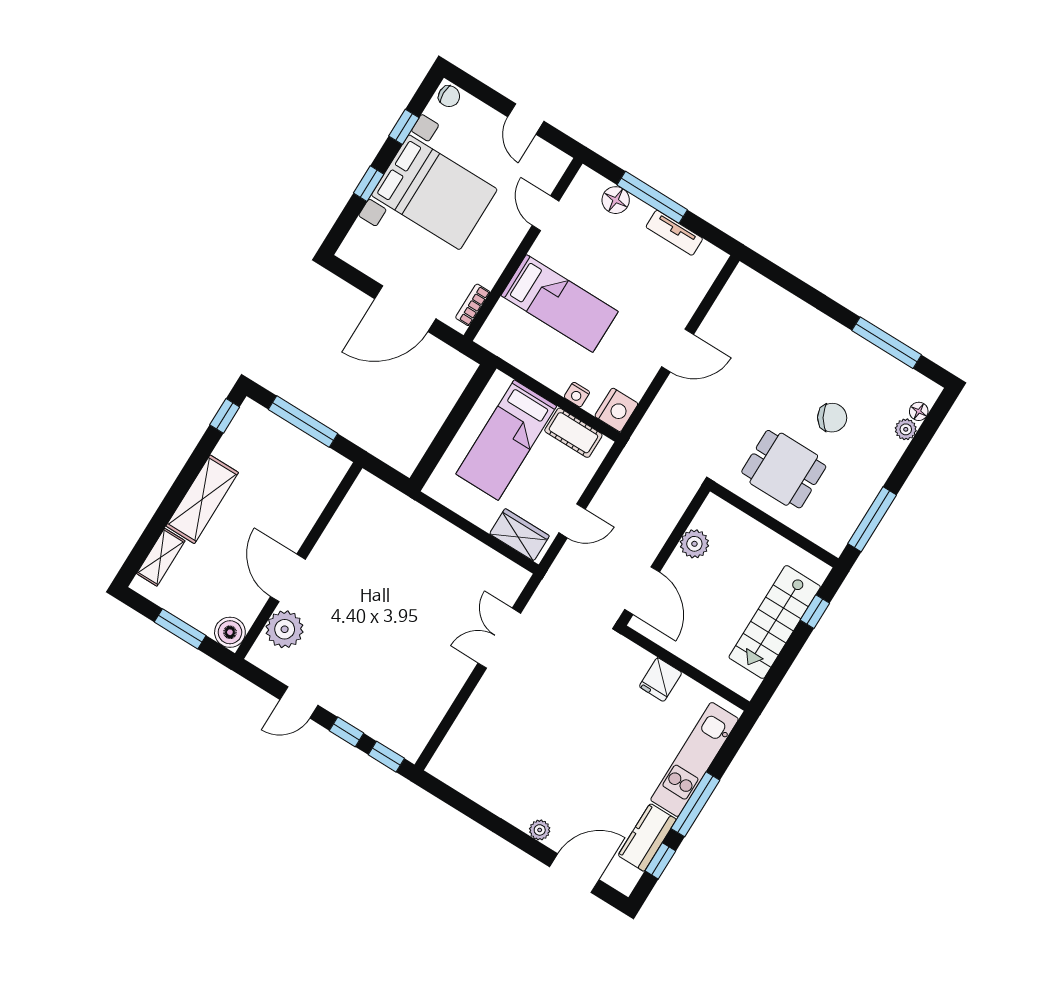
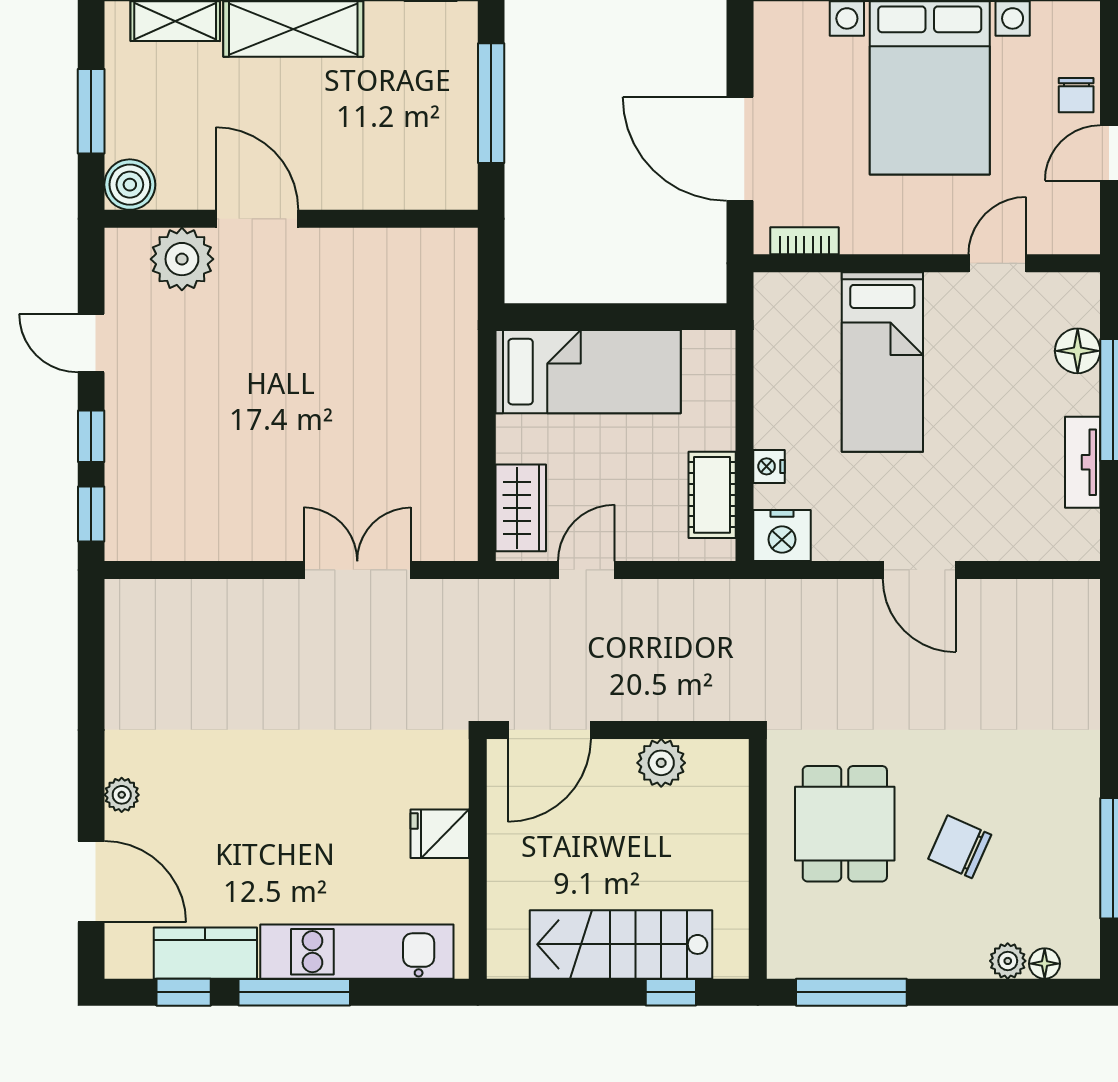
chair: (449, 96) -> (1076, 95), moved
chair: (832, 418) -> (960, 847), turned 145
bed: (506, 440) -> (588, 372), moved, turned 180
door: (572, 521) -> (586, 570), swing flipped
door: (288, 578) -> (257, 219), hinge flipped

